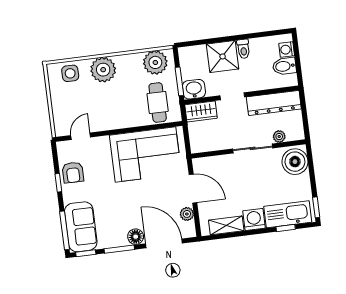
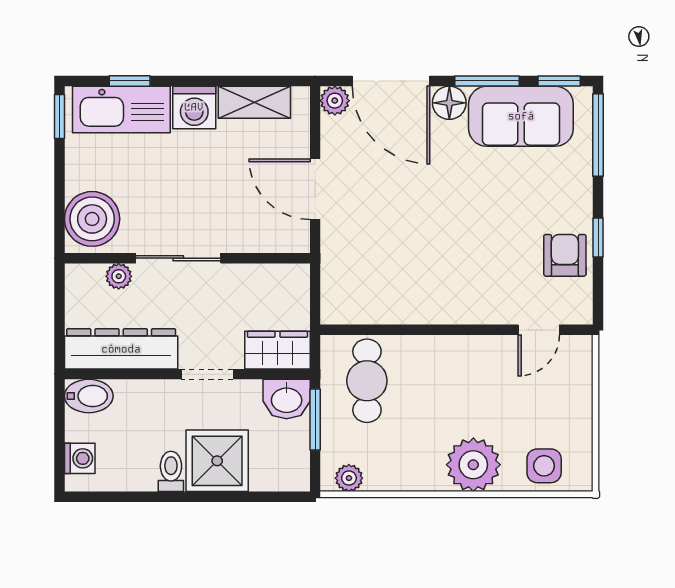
plant: (155, 62) -> (349, 478), width x0.53, depth x0.53
bidet: (284, 66) -> (89, 396), moved
corner sofa: (145, 155) -> (406, 274), removed
plant: (187, 214) -> (335, 101), moved
sofa: (81, 227) -> (521, 116), moved, turned -90

